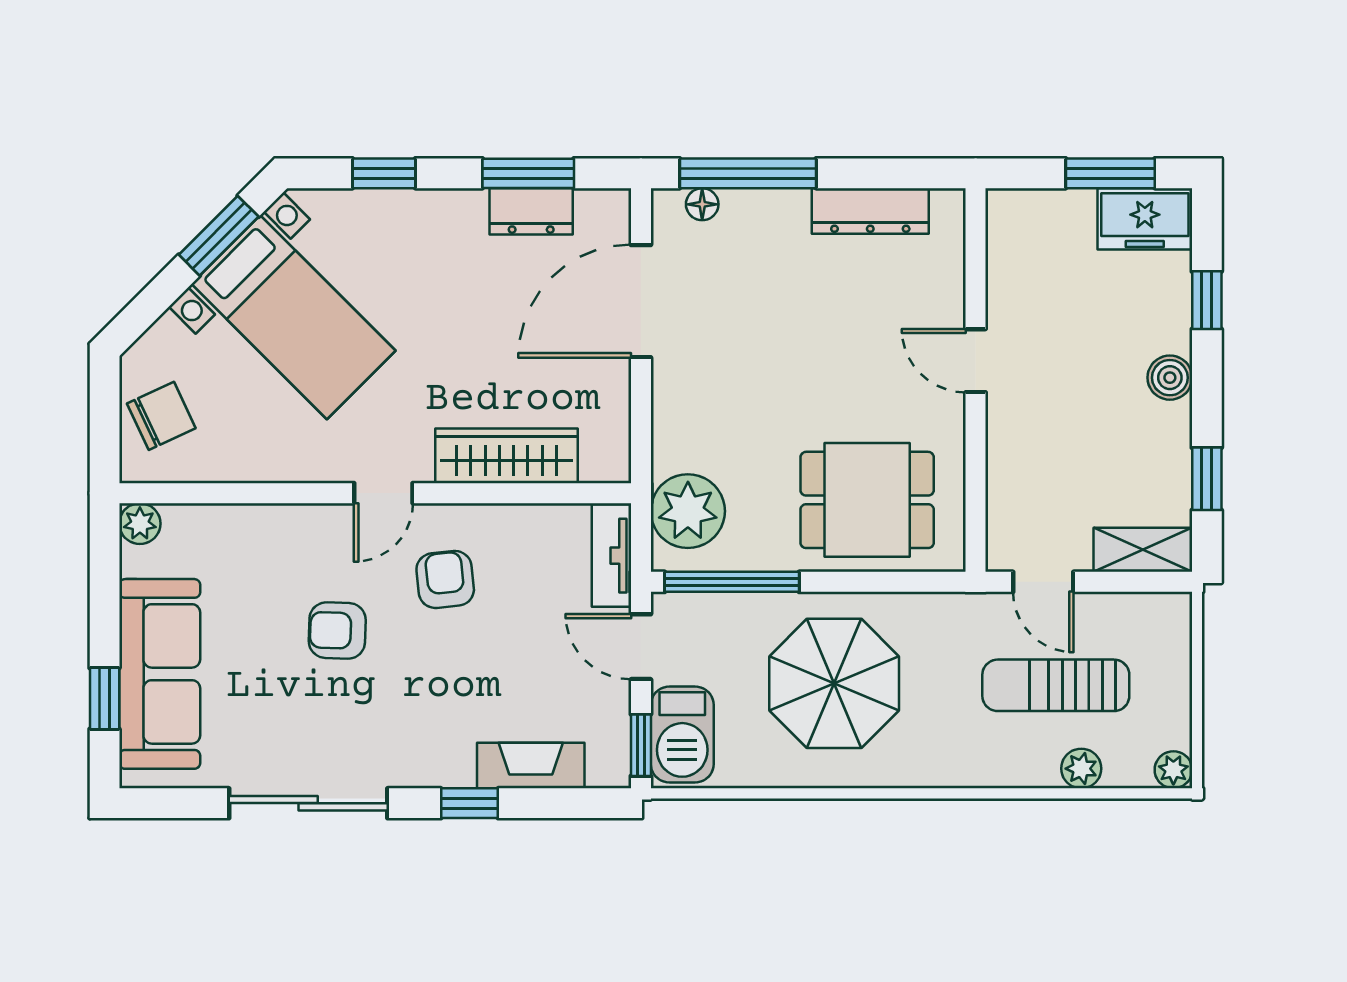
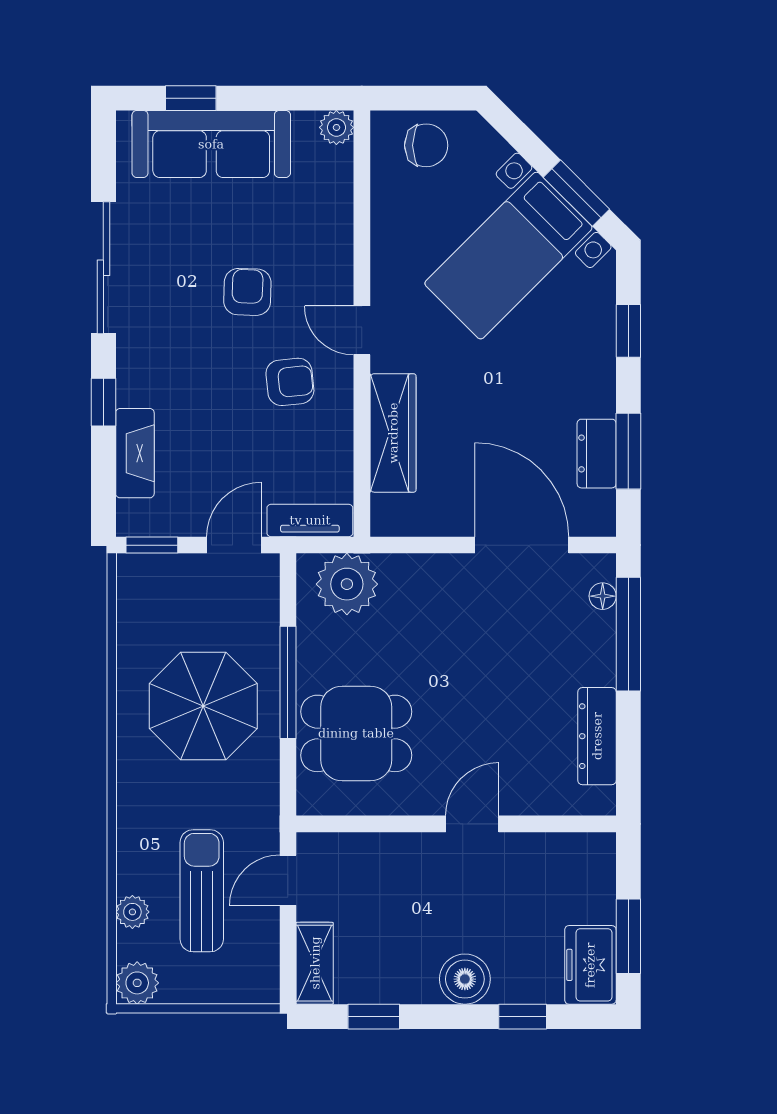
boiler: (1170, 378) -> (465, 979), width x1.36, depth x1.36
chair: (161, 416) -> (426, 145), turned -65
dining table: (867, 500) -> (356, 733), turned 90
window: (732, 582) -> (288, 682), moved
barbecue: (682, 735) -> (161, 579), removed
plant: (1173, 770) -> (137, 983), width x1.38, depth x1.38

